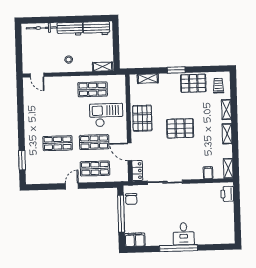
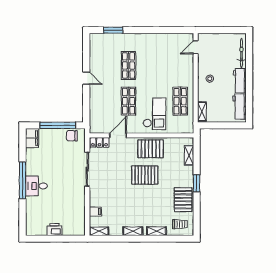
pallet: (180, 128) -> (145, 175), moved, turned 90
shop shelf: (95, 168) -> (103, 101), removed
printer: (227, 194) -> (54, 230), moved

